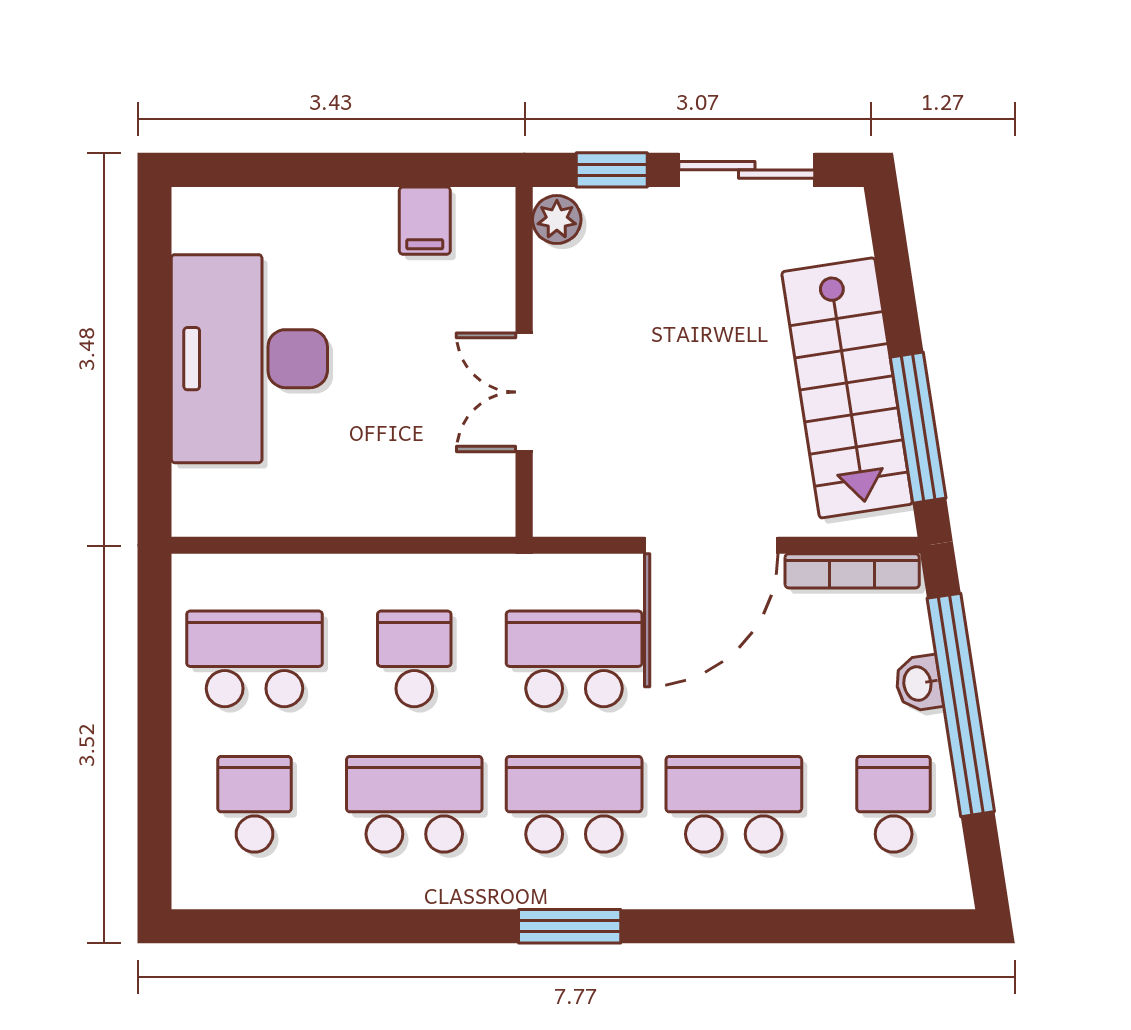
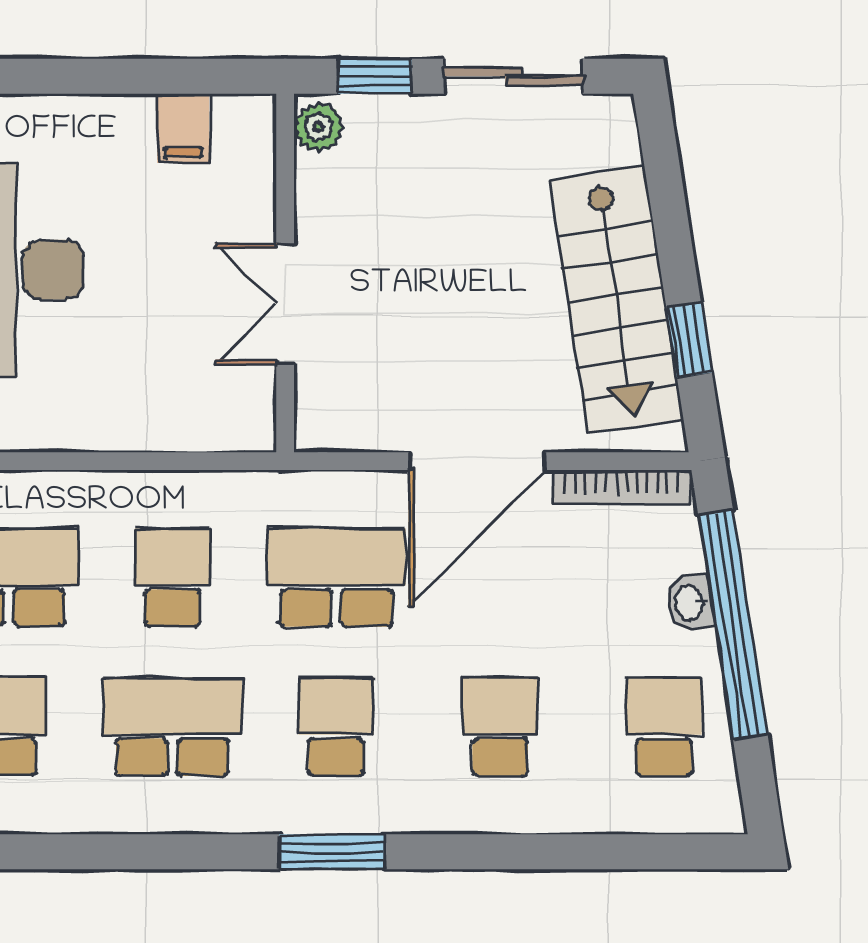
window: (918, 428) -> (689, 340), width x0.46
school desk: (574, 804) -> (336, 727), width x0.54
school desk: (734, 804) -> (500, 727), width x0.54

